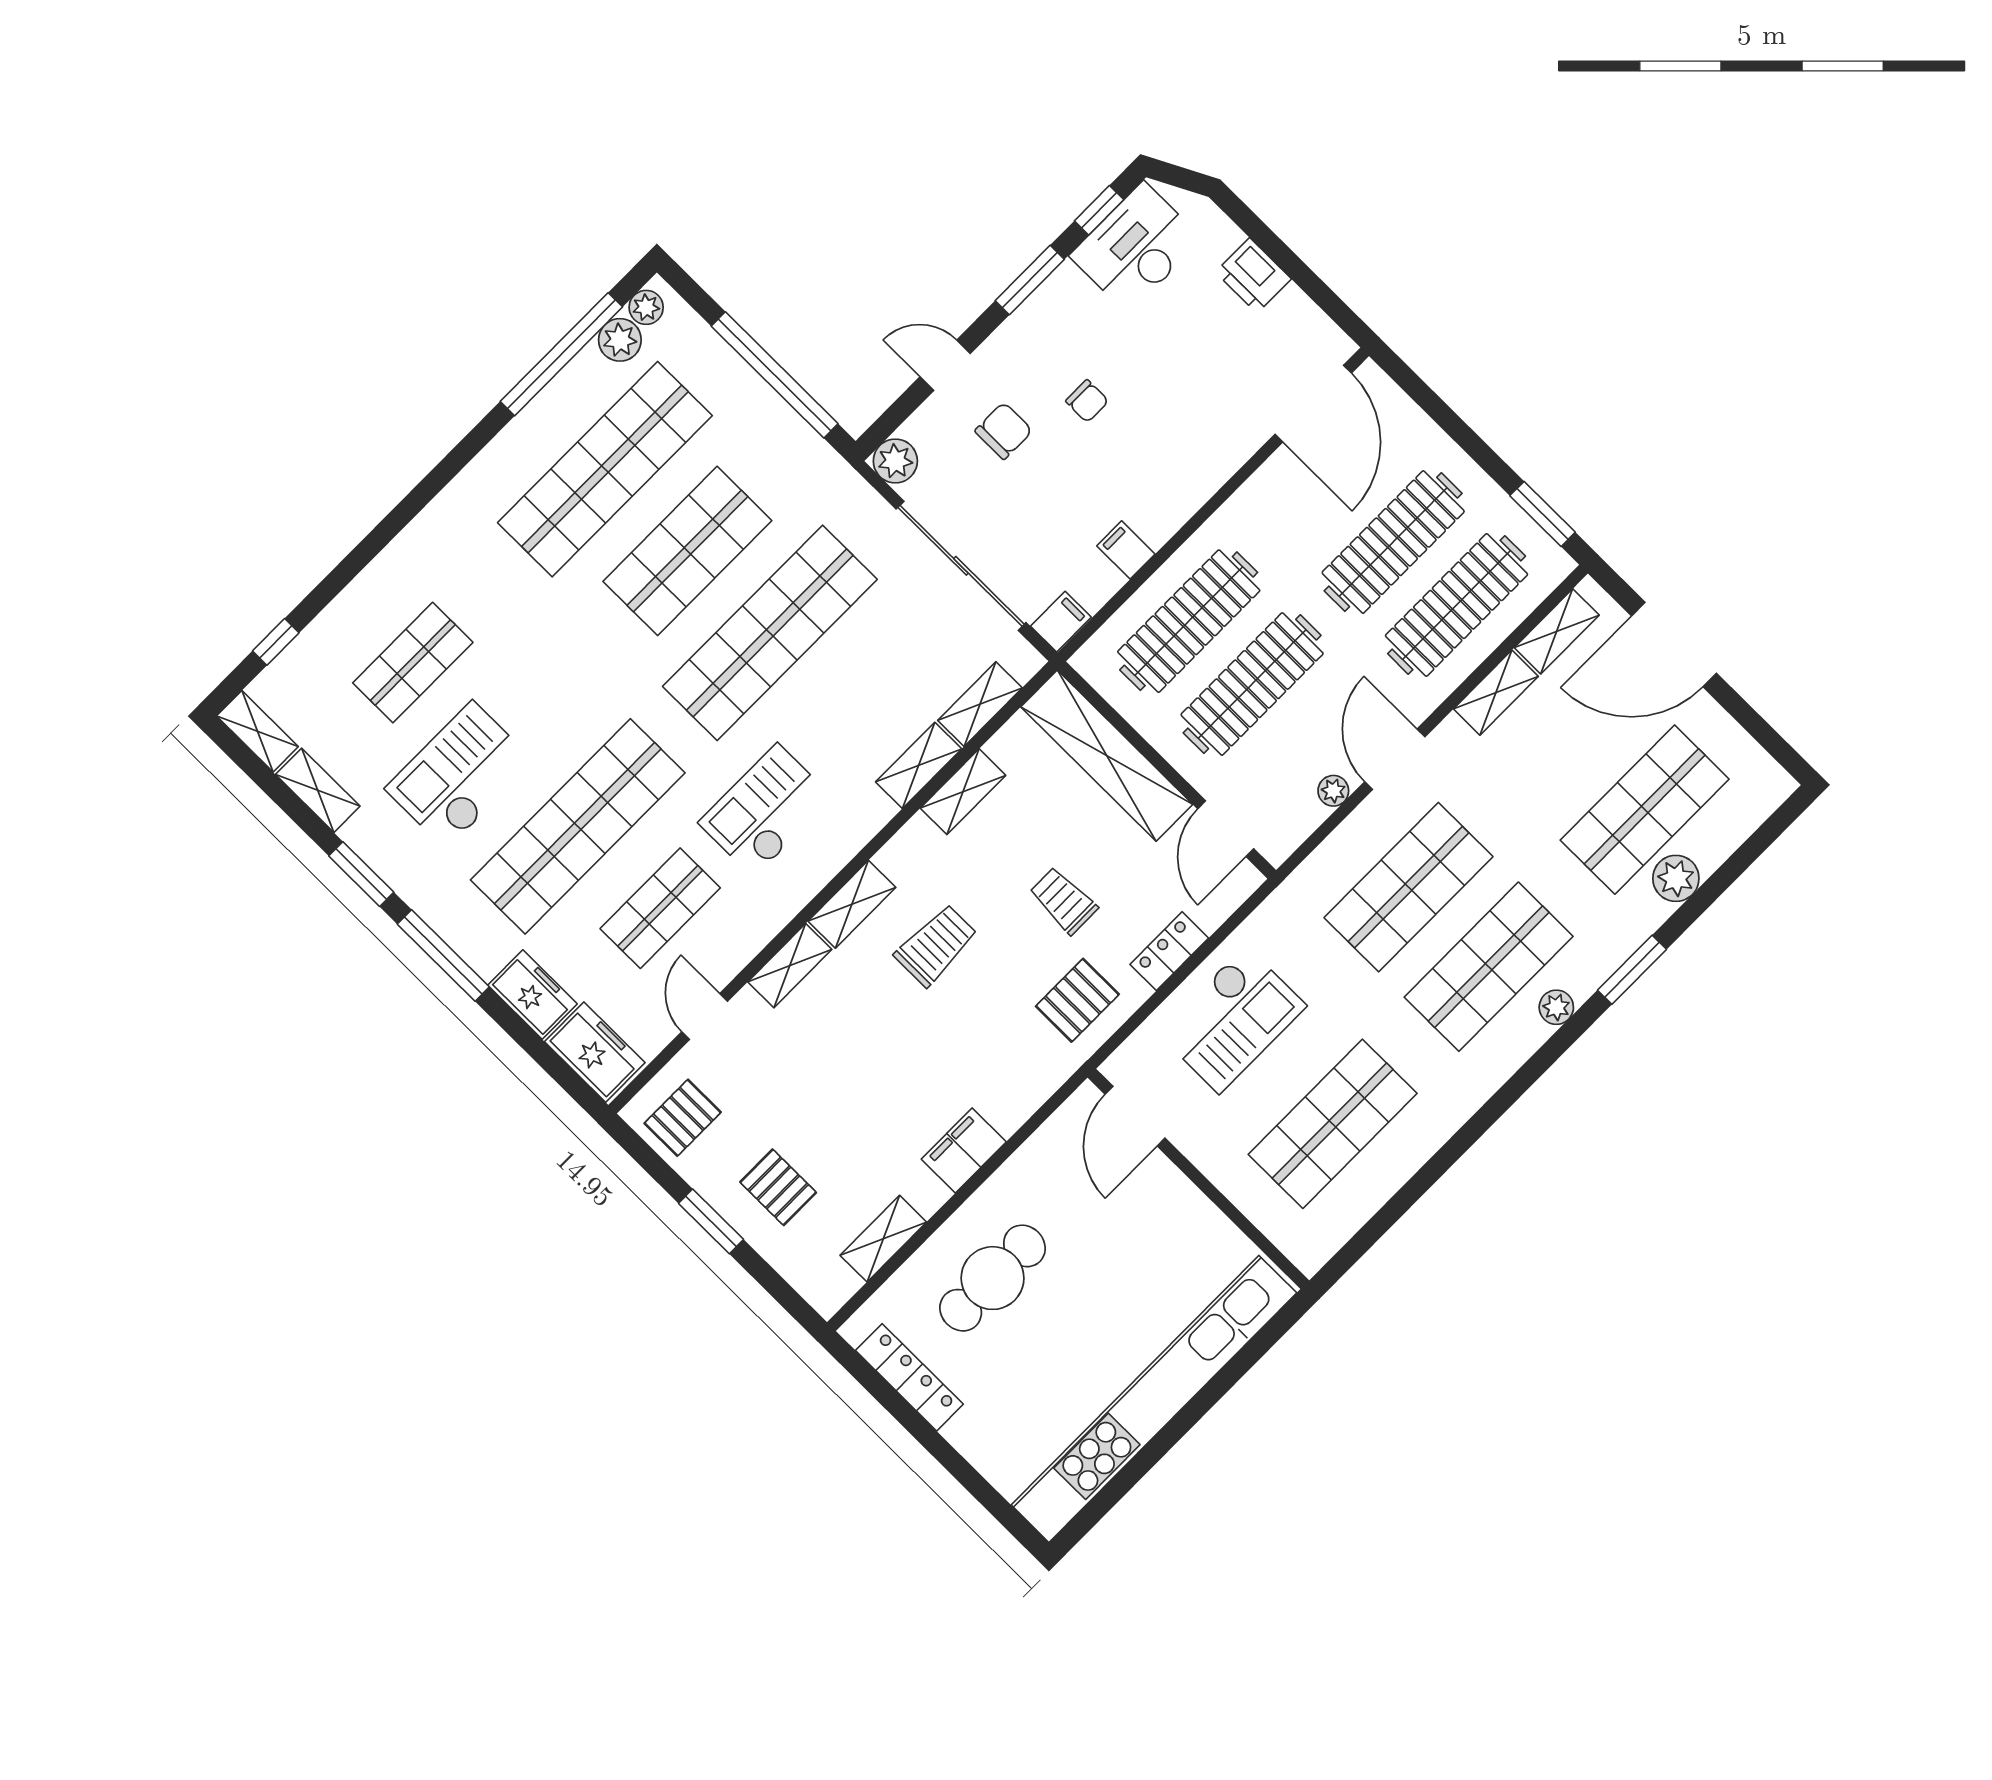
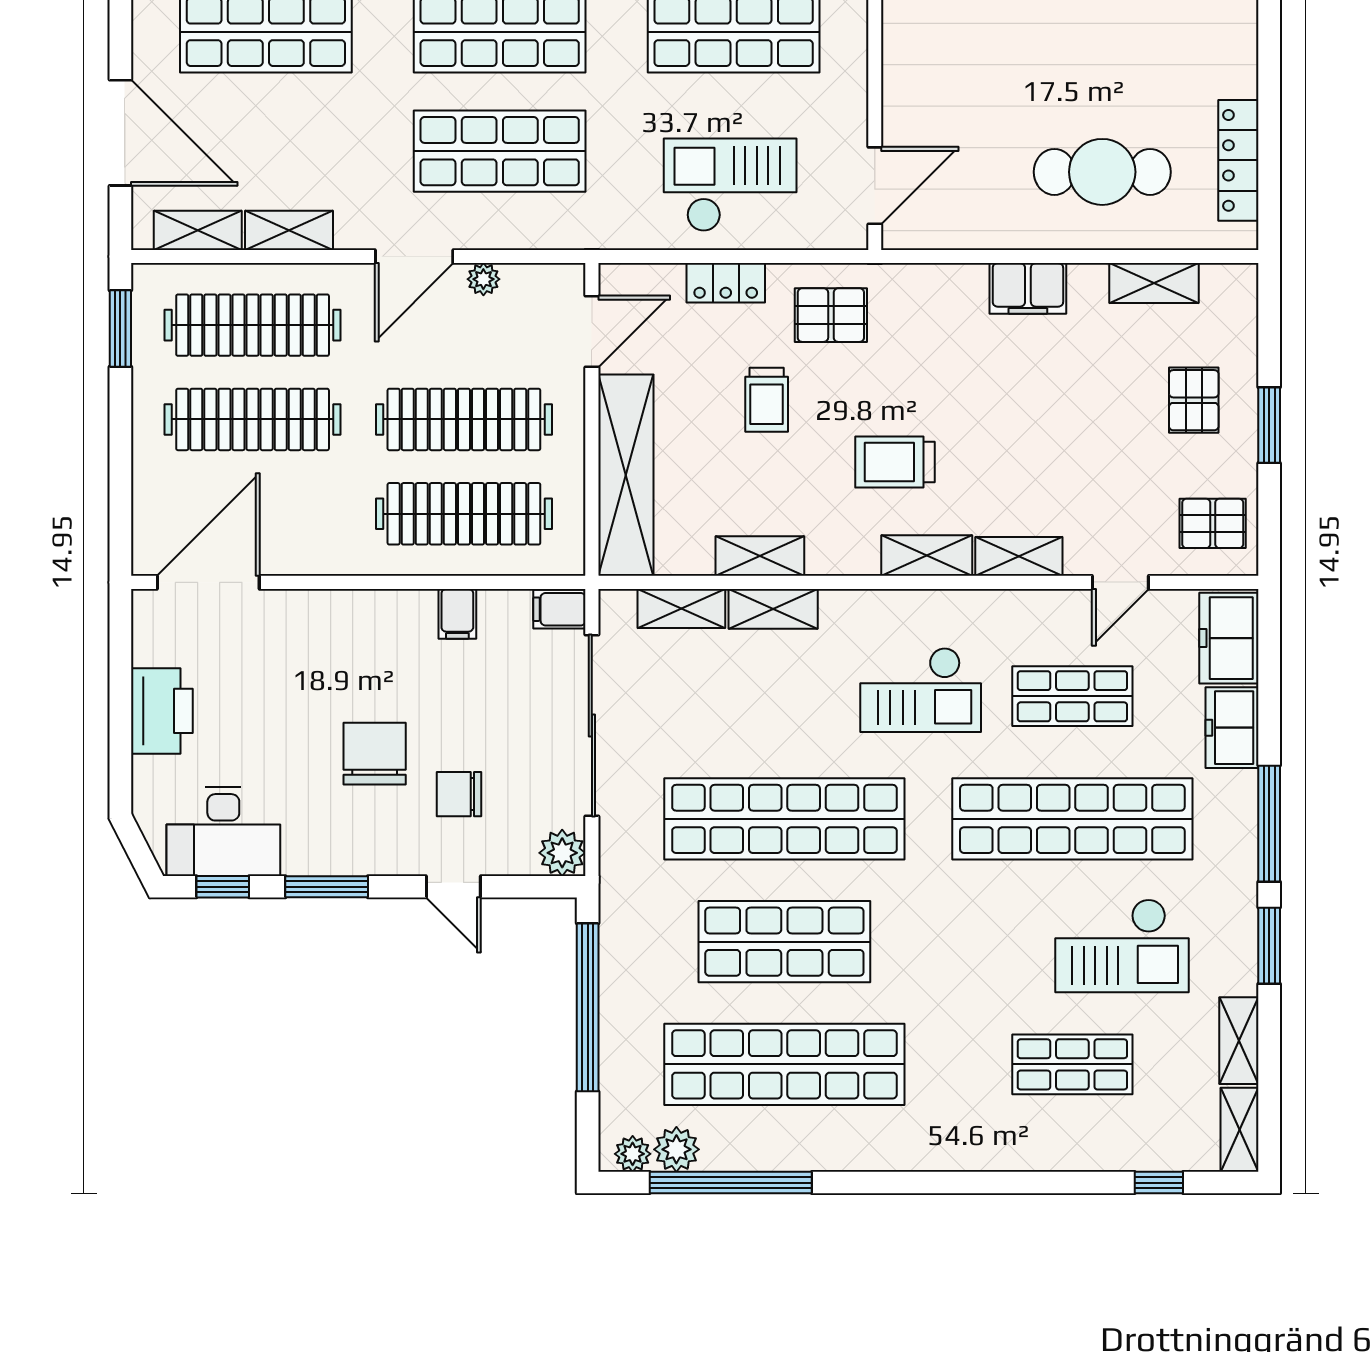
printer: (1253, 275) -> (162, 711), width x1.37, depth x1.19
chair: (1087, 401) -> (375, 754), width x1.87, depth x1.87

